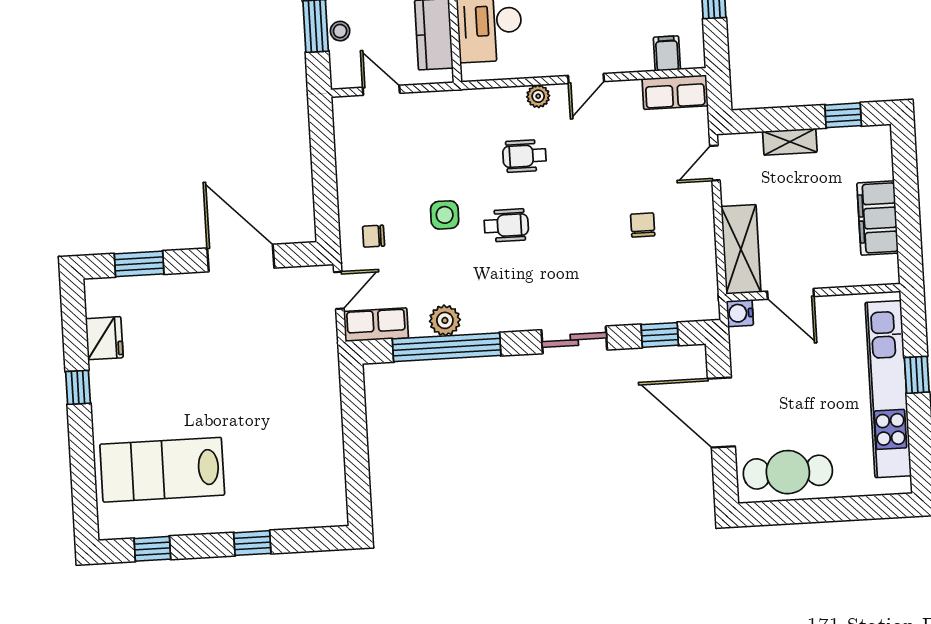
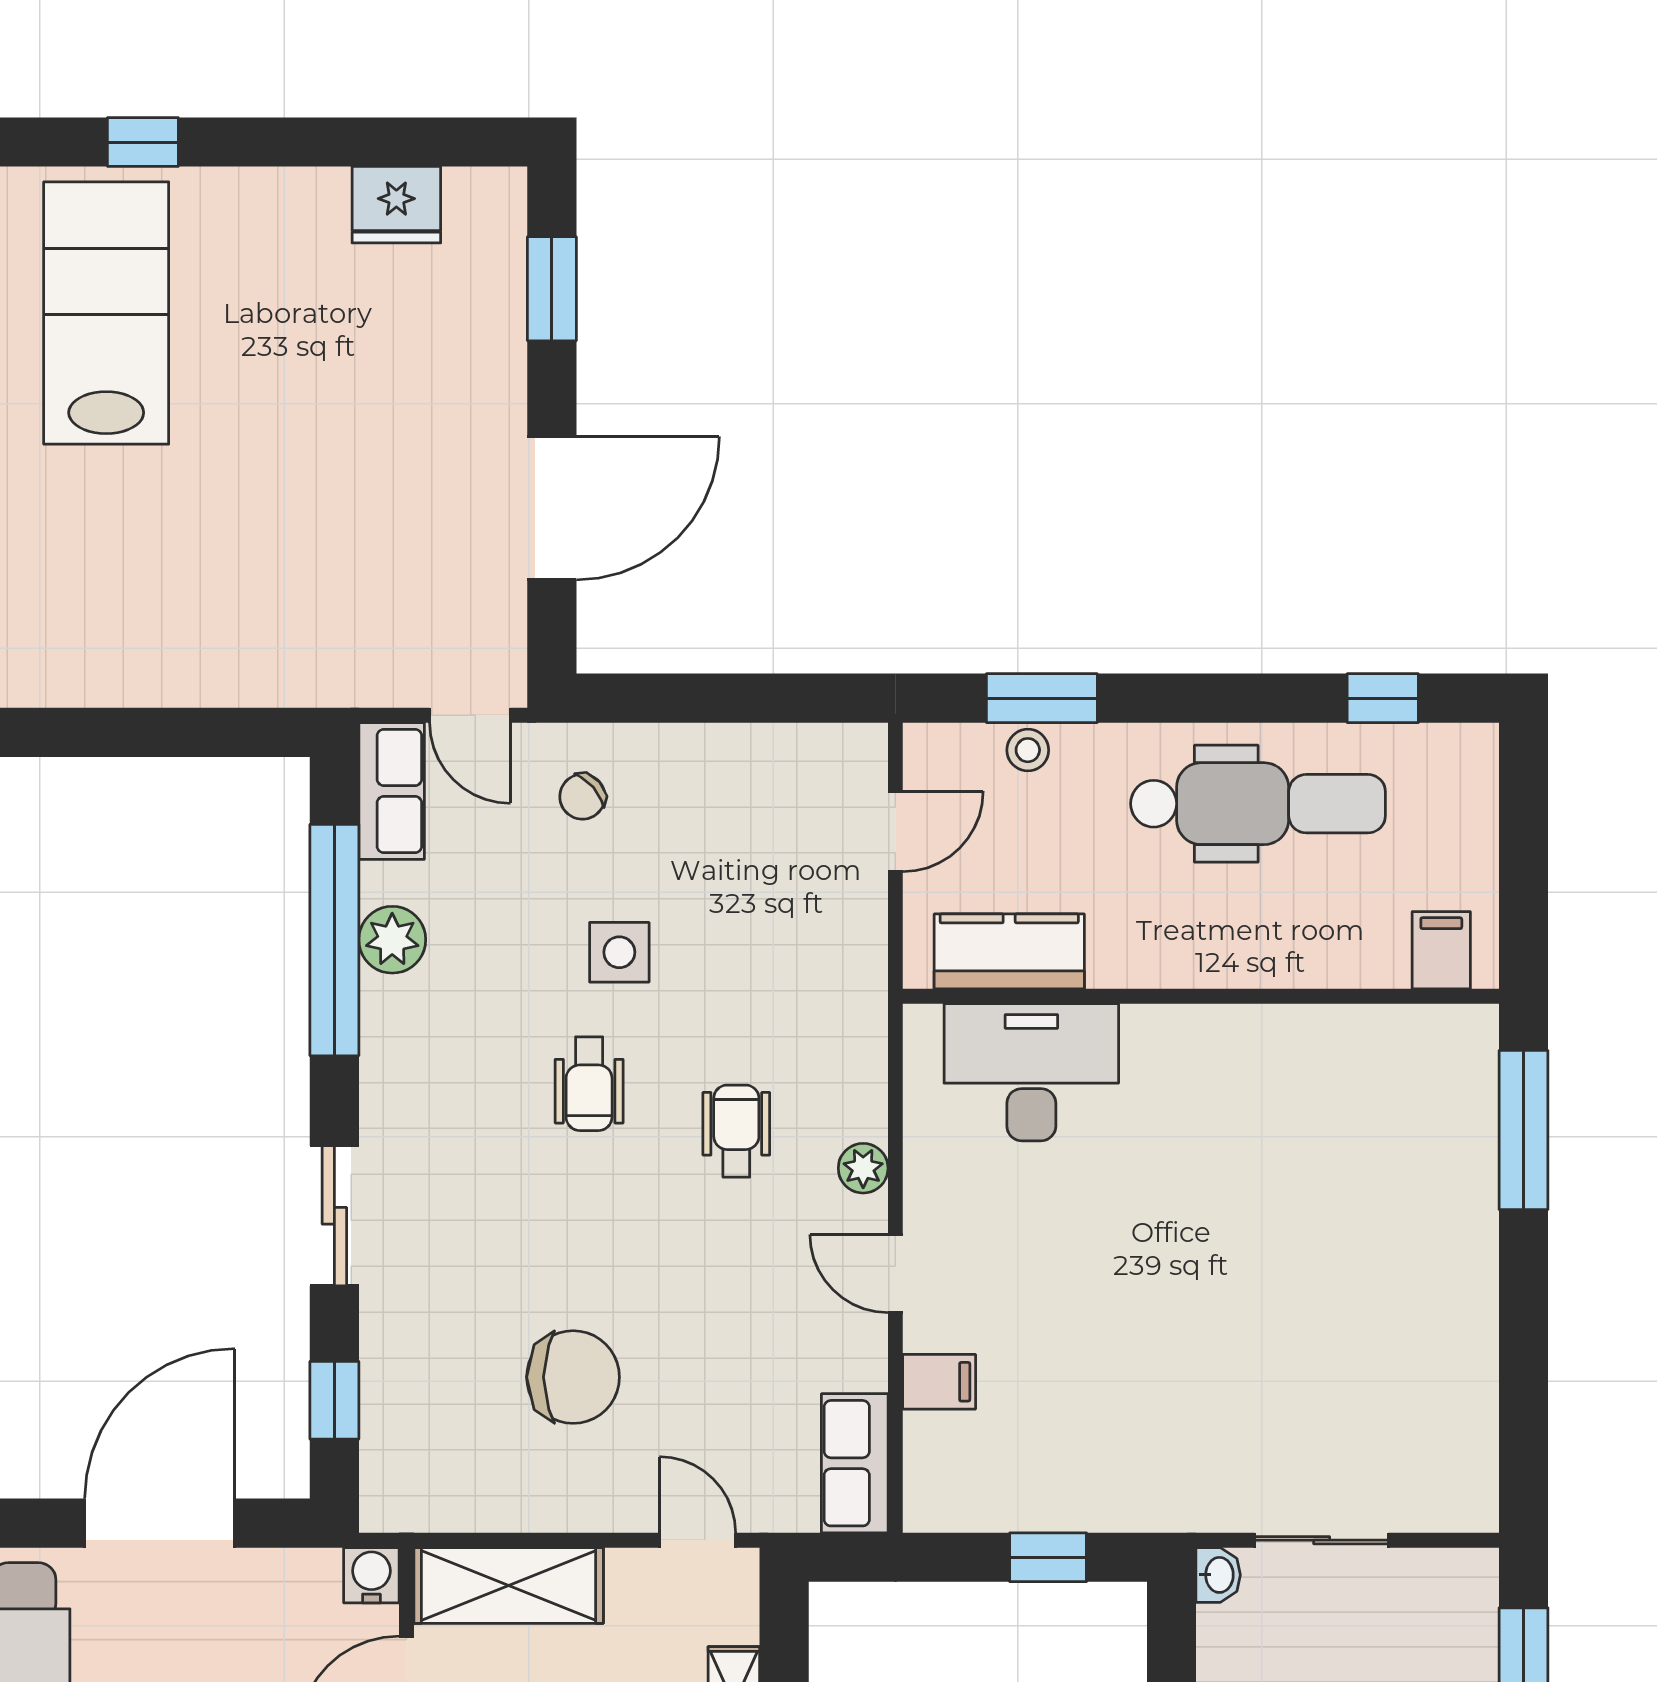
filing cabinet: (667, 53) -> (939, 1382), moved
chair: (643, 225) -> (573, 1377), width x1.87, depth x1.87
chair: (374, 236) -> (582, 797), turned -131
window: (78, 387) -> (143, 142), moved

